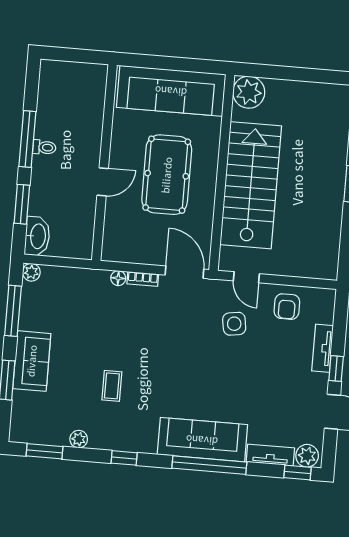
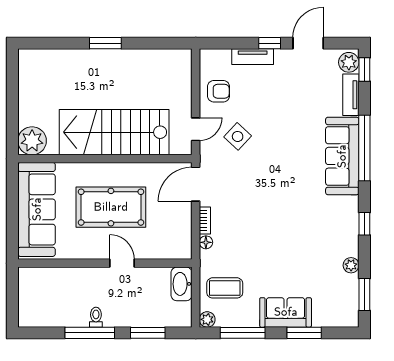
washbasin: (37, 236) -> (182, 284), moved, turned -90
side table: (234, 324) -> (238, 136), turned -38
coffee table: (112, 386) -> (225, 288), moved, width x1.36, depth x1.30

